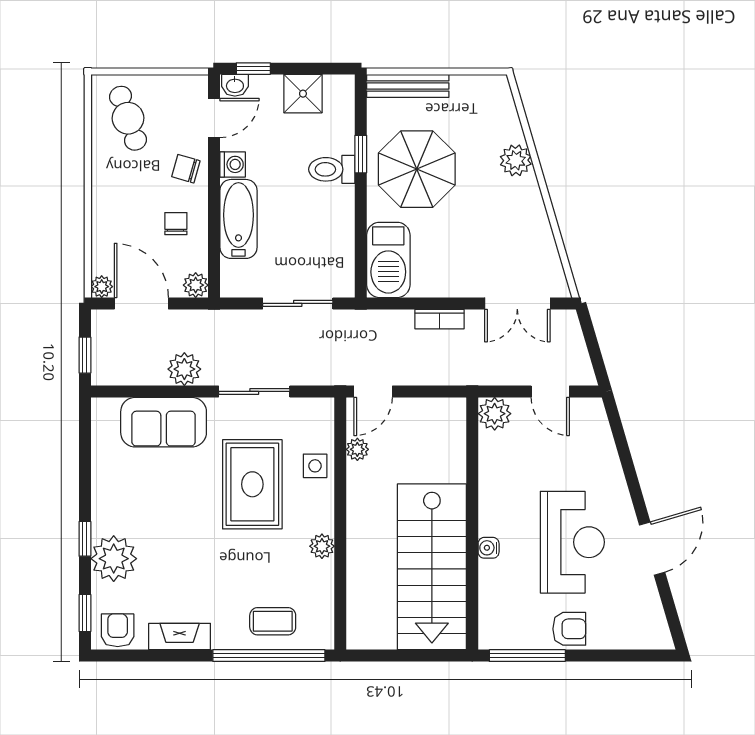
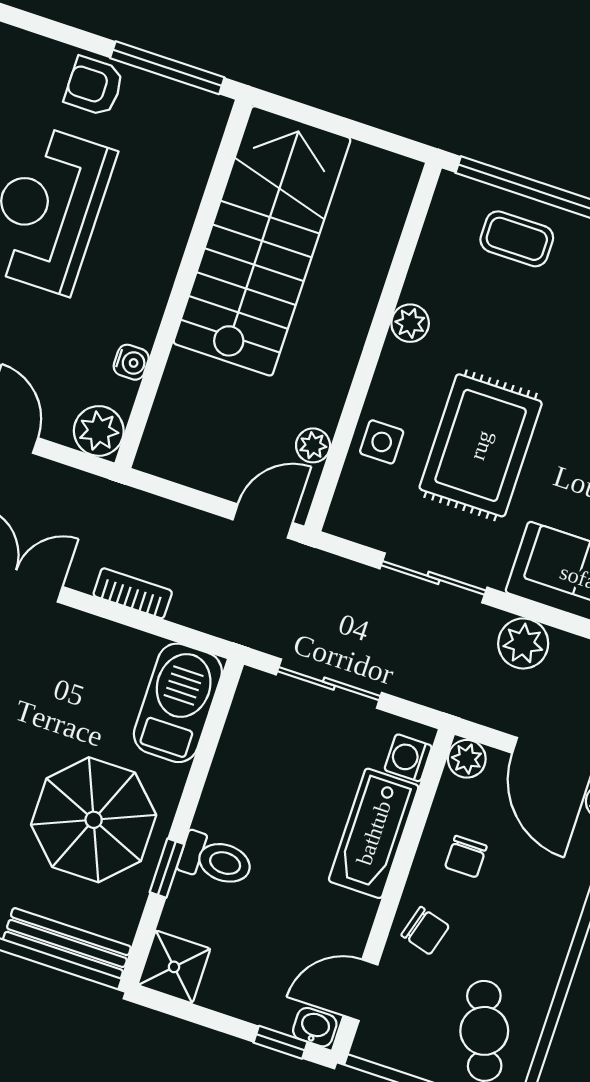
shower: (303, 94) -> (174, 967), moved
washing machine: (233, 164) -> (408, 758), moved
water cooler: (489, 548) -> (131, 362), moved

